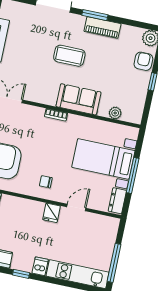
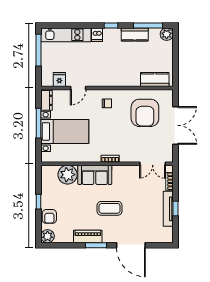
plant: (115, 113) -> (68, 175), width x1.88, depth x1.88
fridge: (52, 213) -> (59, 79), moved

